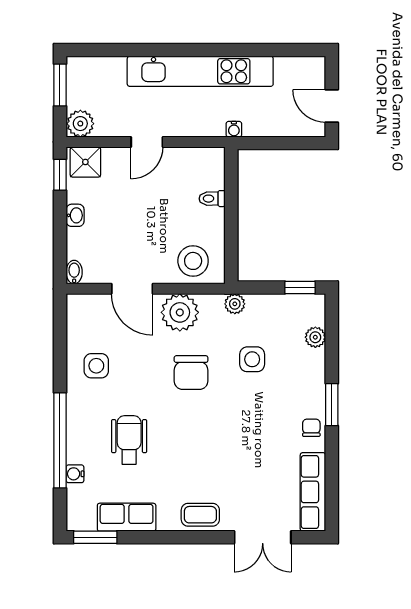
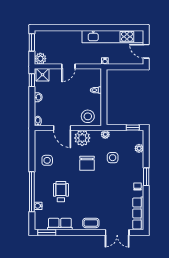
kitchen unit: (200, 71) -> (113, 37), moved

